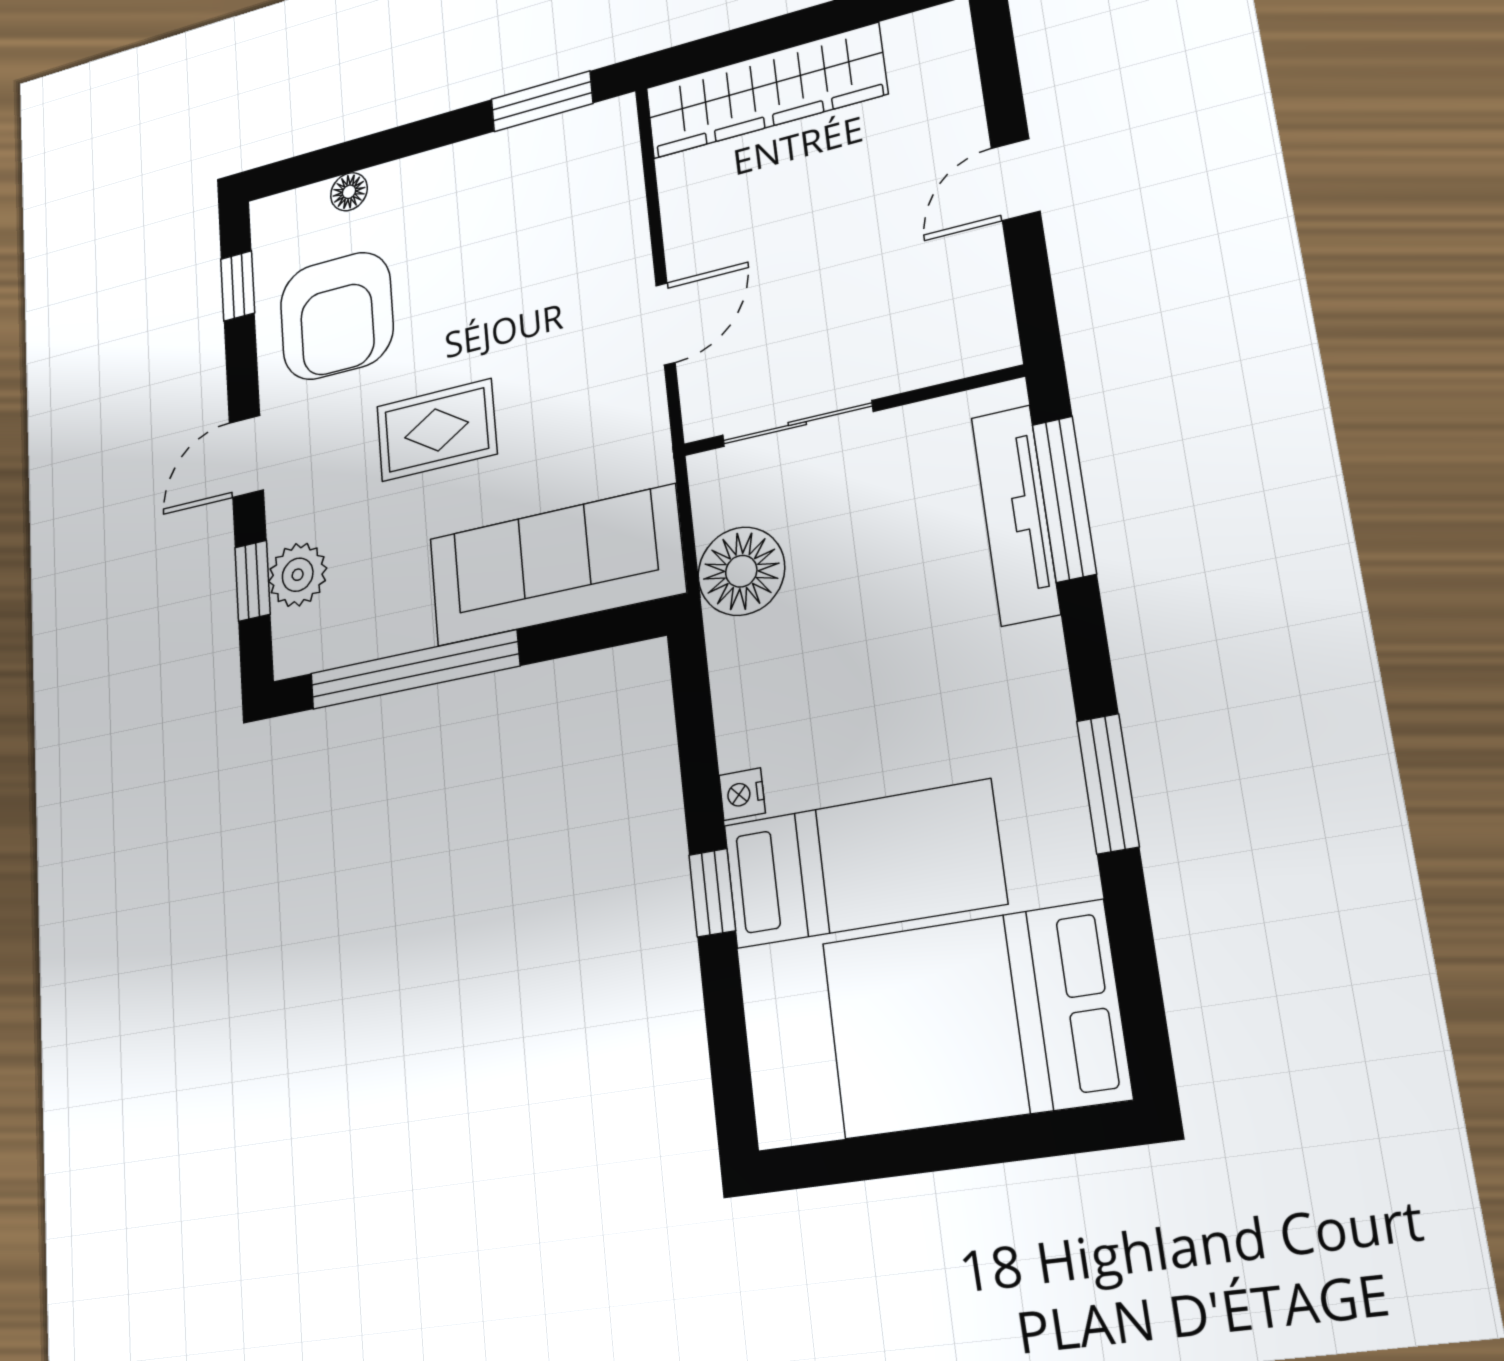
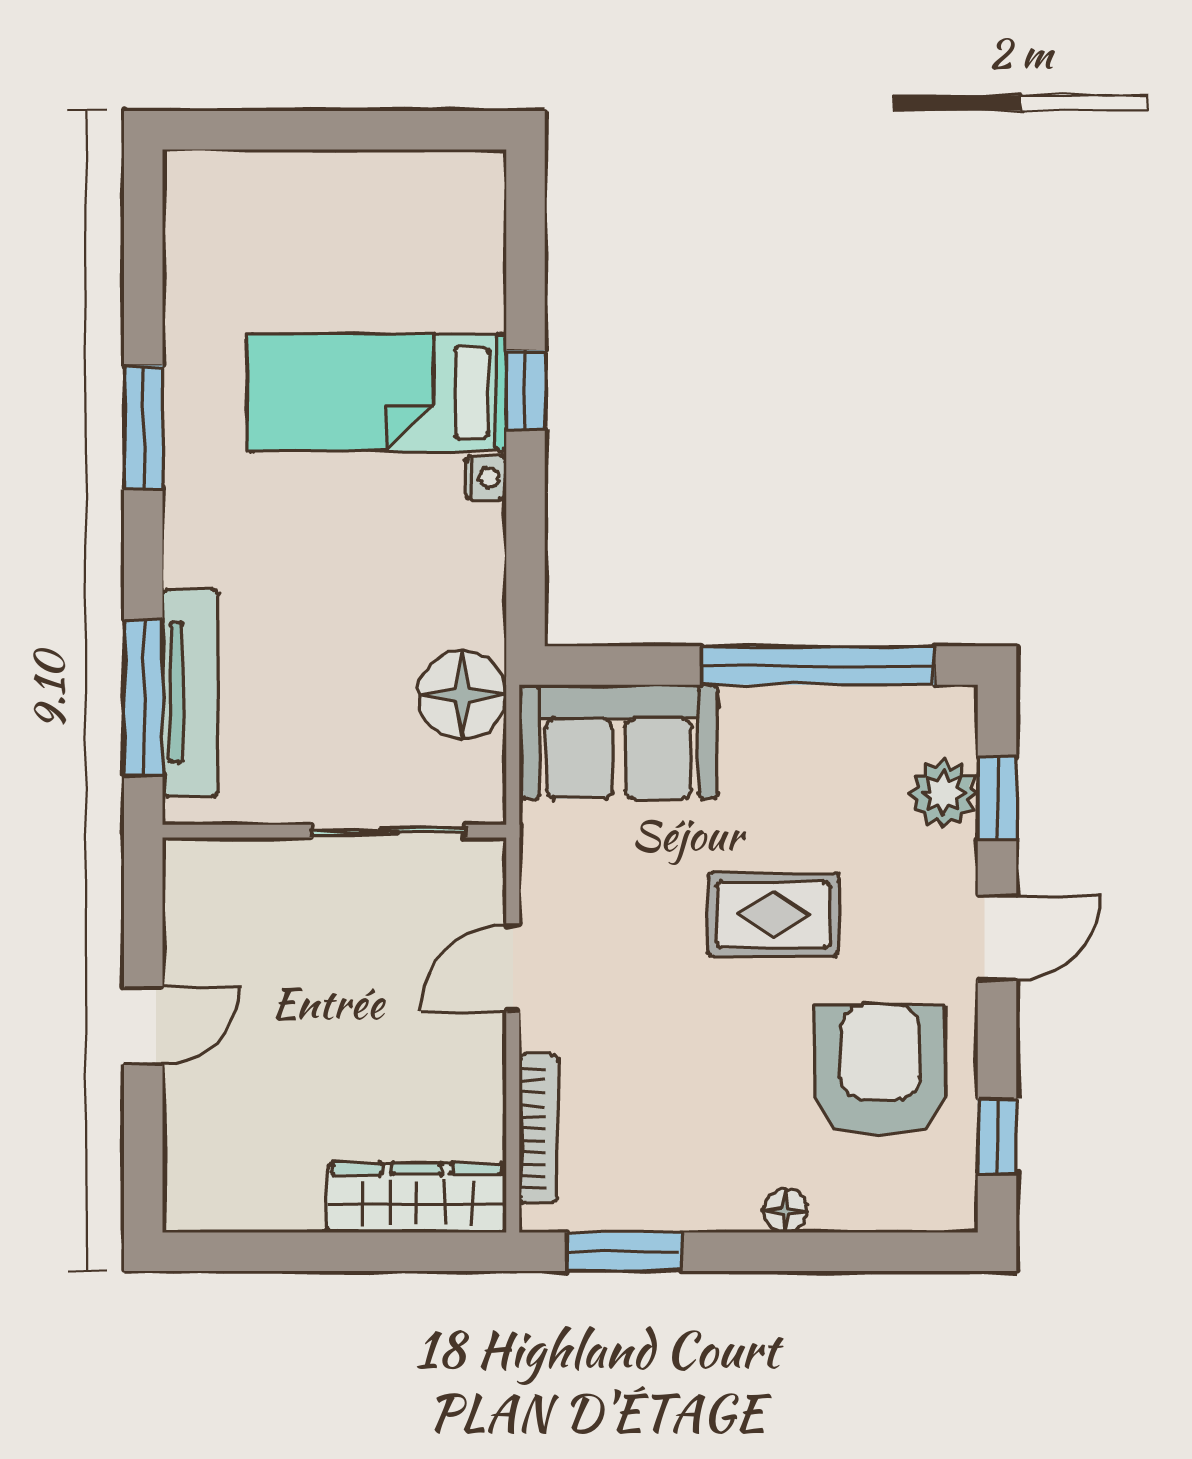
wardrobe: (765, 91) -> (417, 1198), width x0.71, depth x0.85
bookcase: (628, 186) -> (538, 1129), added
floor lamp: (349, 192) -> (785, 1211), moved
sofa: (556, 566) -> (619, 742), width x0.73
bed: (974, 1020) -> (293, 238), removed

